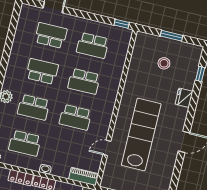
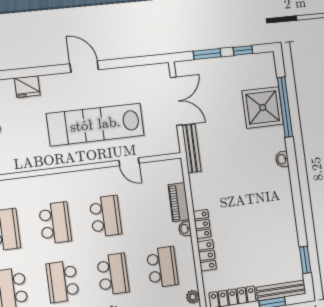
piano: (84, 176) -> (179, 202), moved

